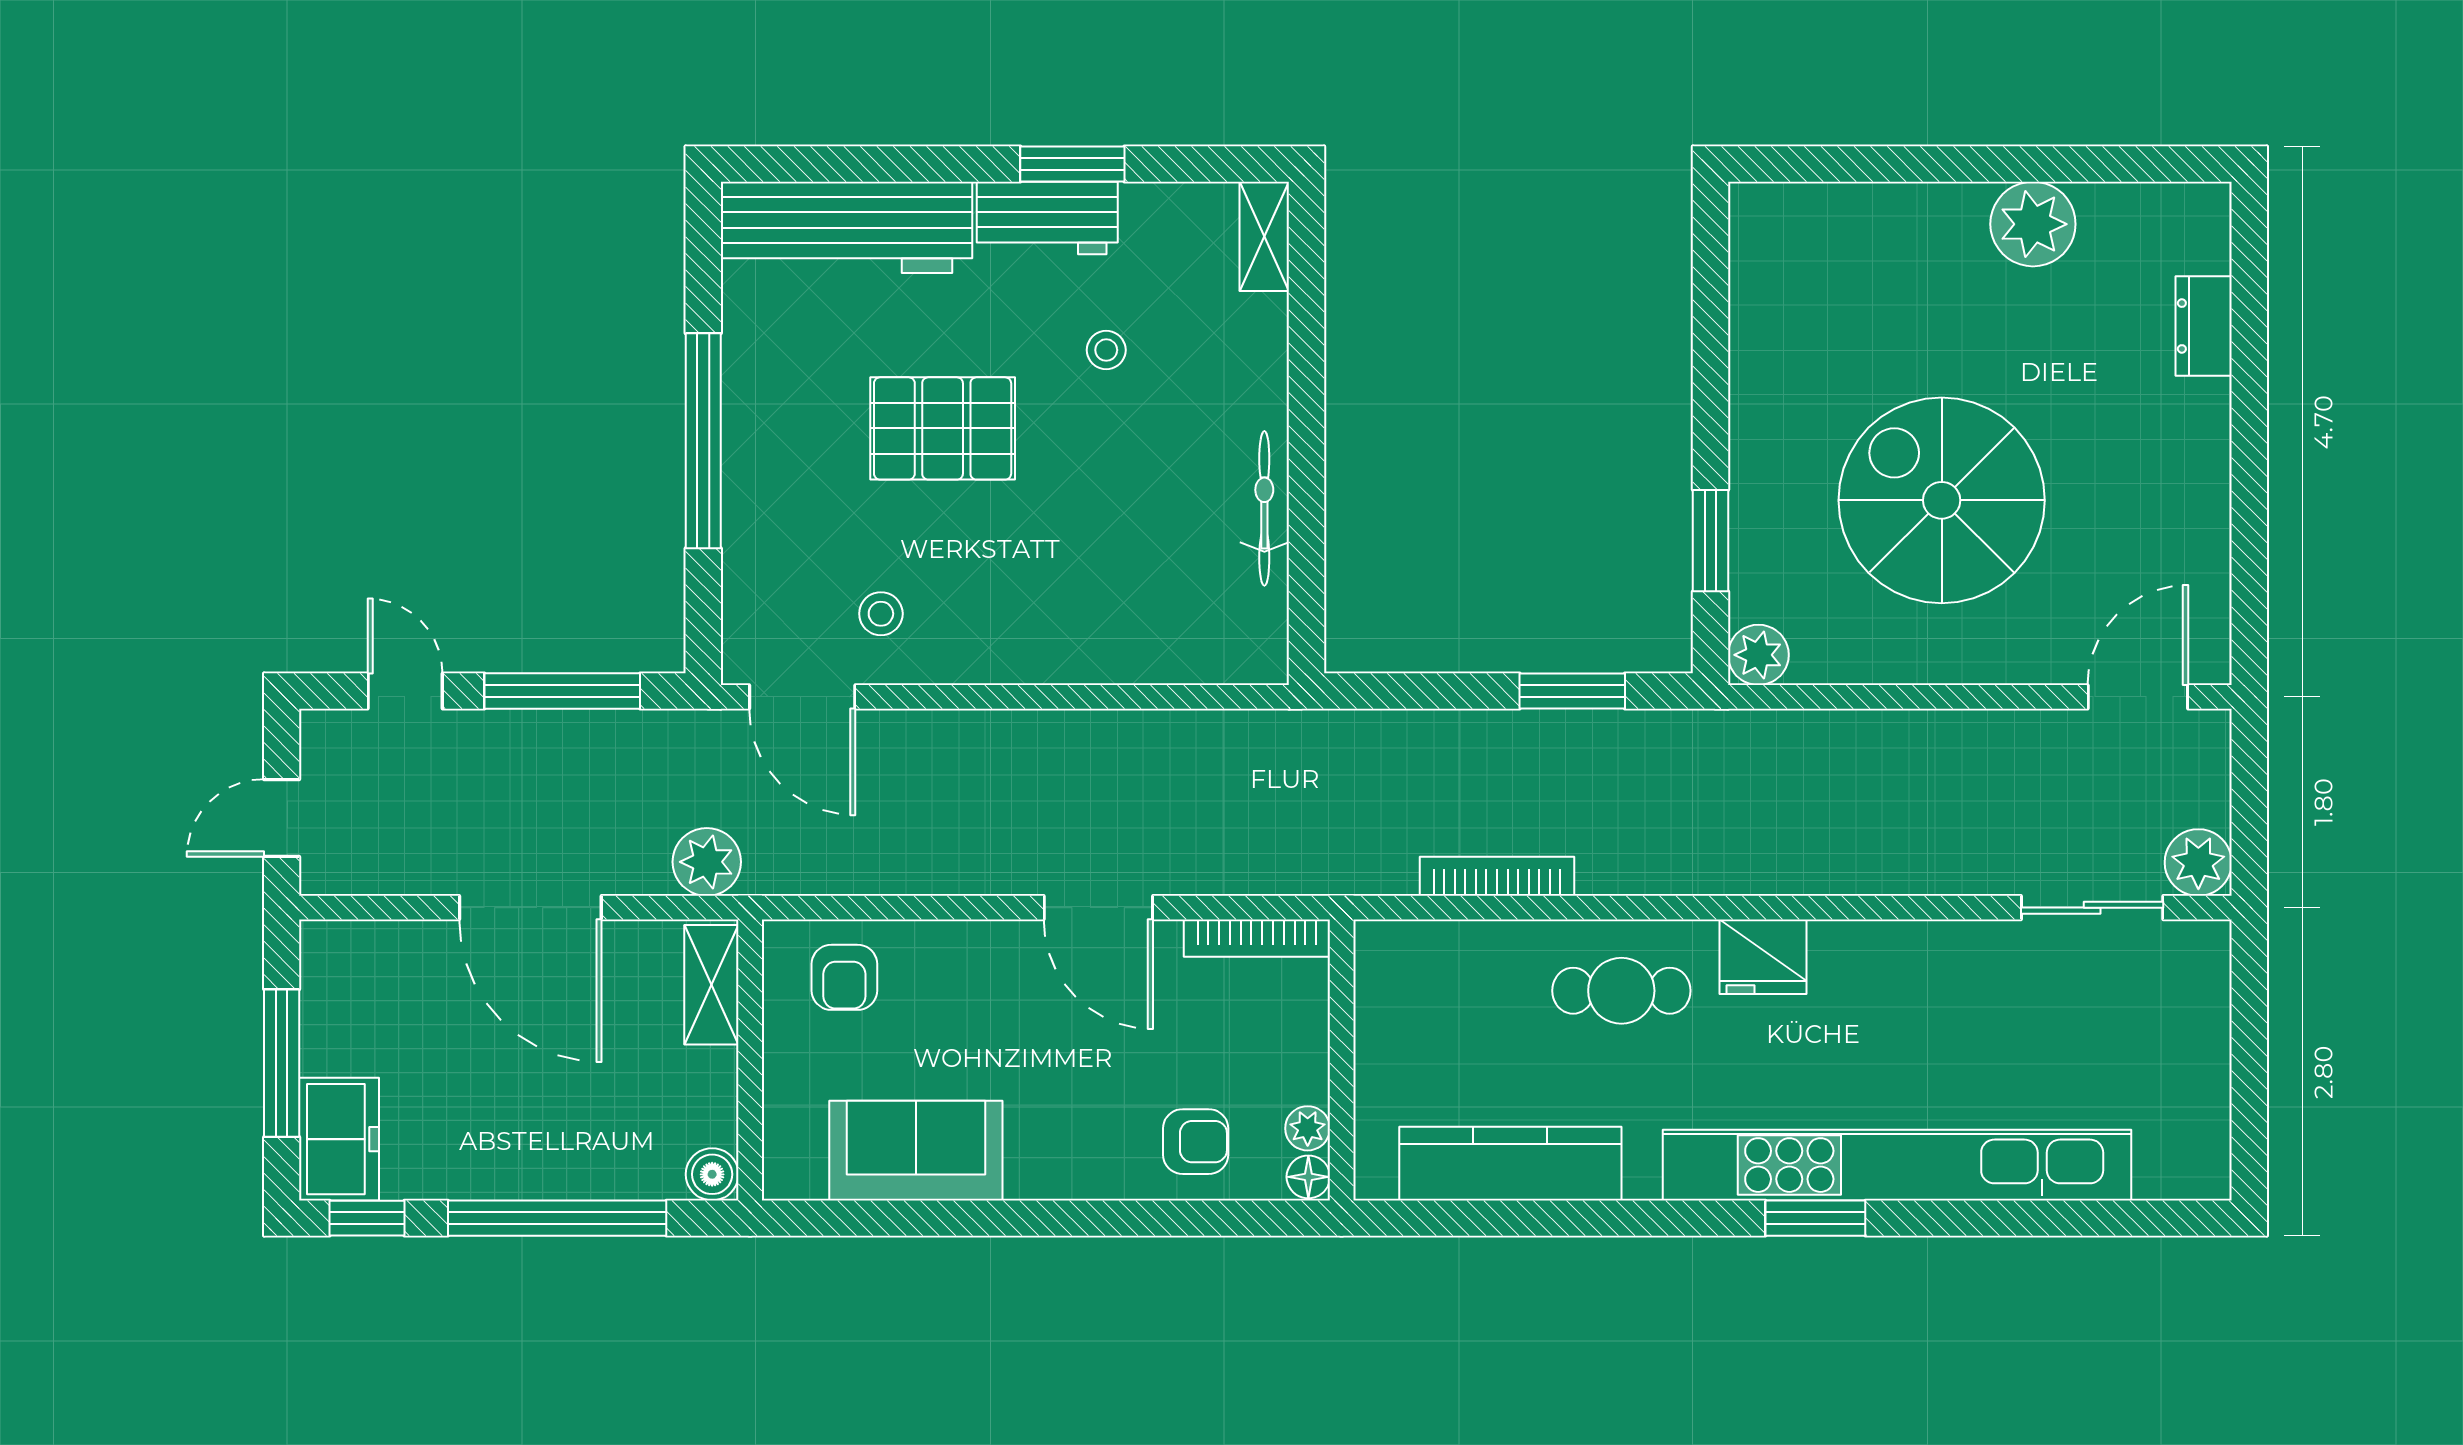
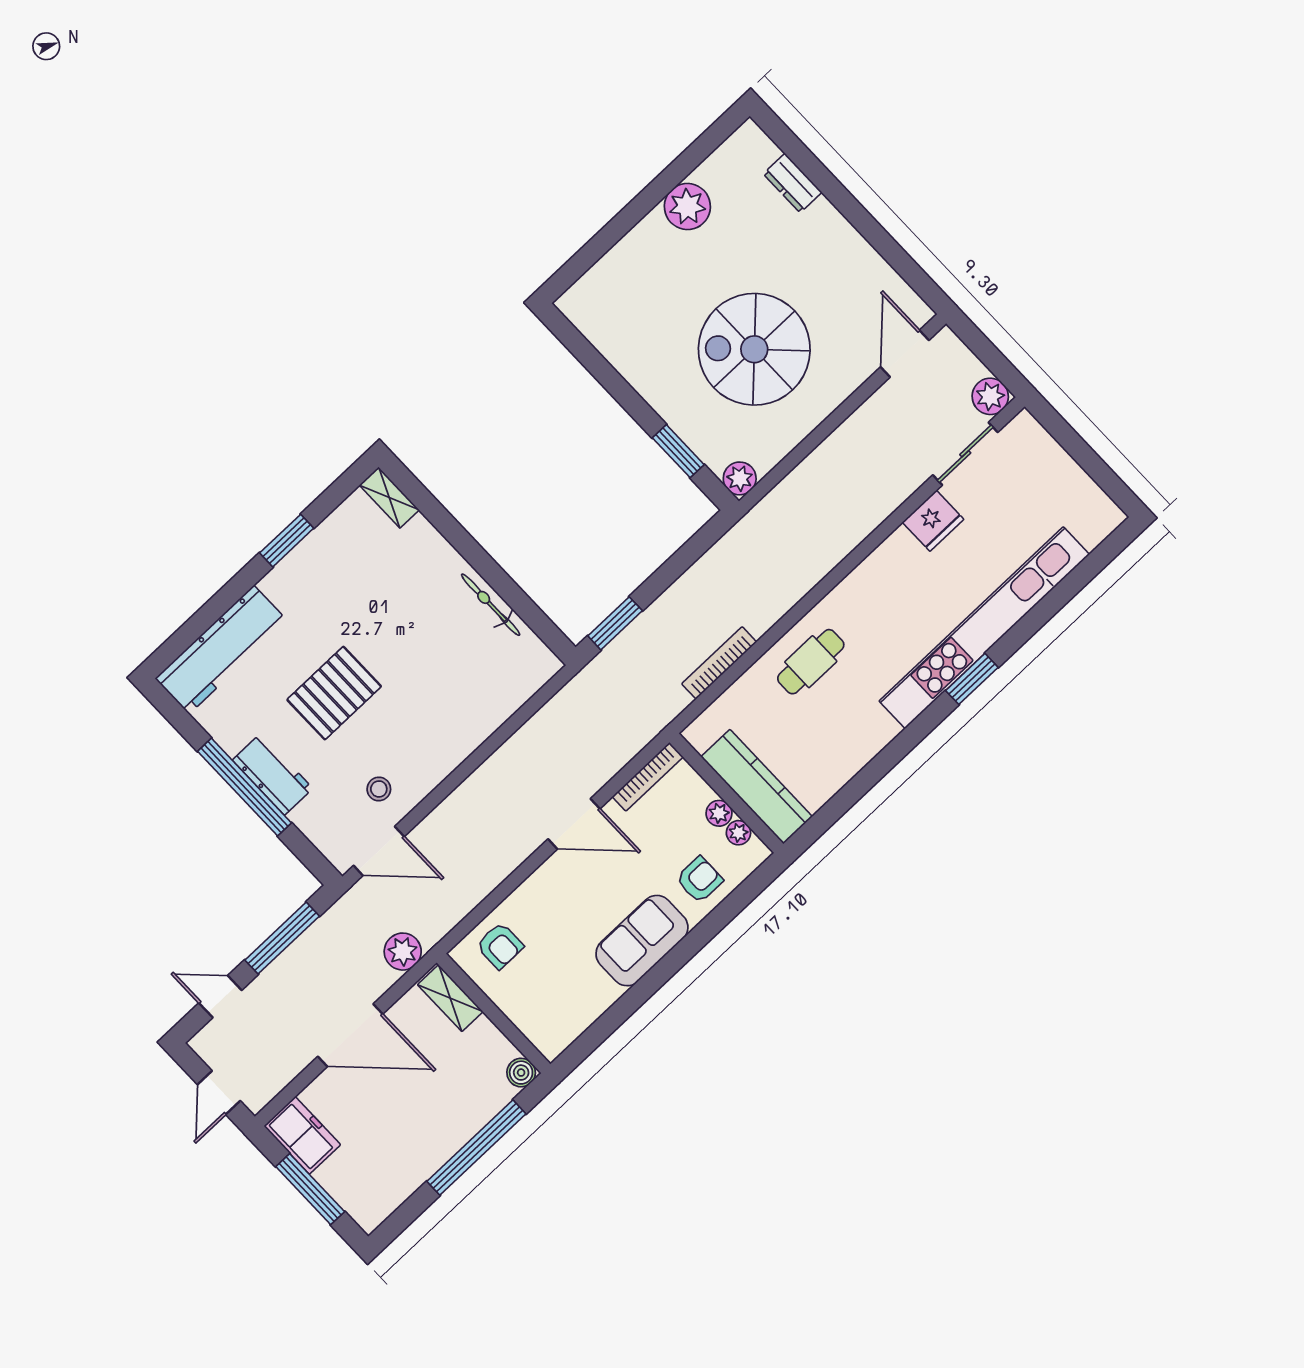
workbench: (1047, 218) -> (273, 774), moved, turned -90
stool: (1106, 350) -> (369, 601), removed
window: (1572, 691) -> (615, 623), moved
fridge: (1763, 957) -> (933, 521), moved
plant: (1306, 1078) -> (719, 813), added
freezer: (339, 1139) -> (302, 1135), moved
sofa: (916, 1151) -> (642, 941), moved
kitchen counter: (1510, 1164) -> (757, 787), moved, turned 90
floor lamp: (1308, 1177) -> (757, 852), removed
window: (367, 1218) -> (402, 1218), removed

